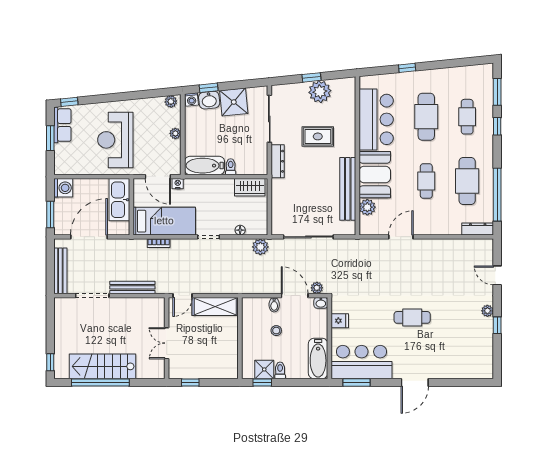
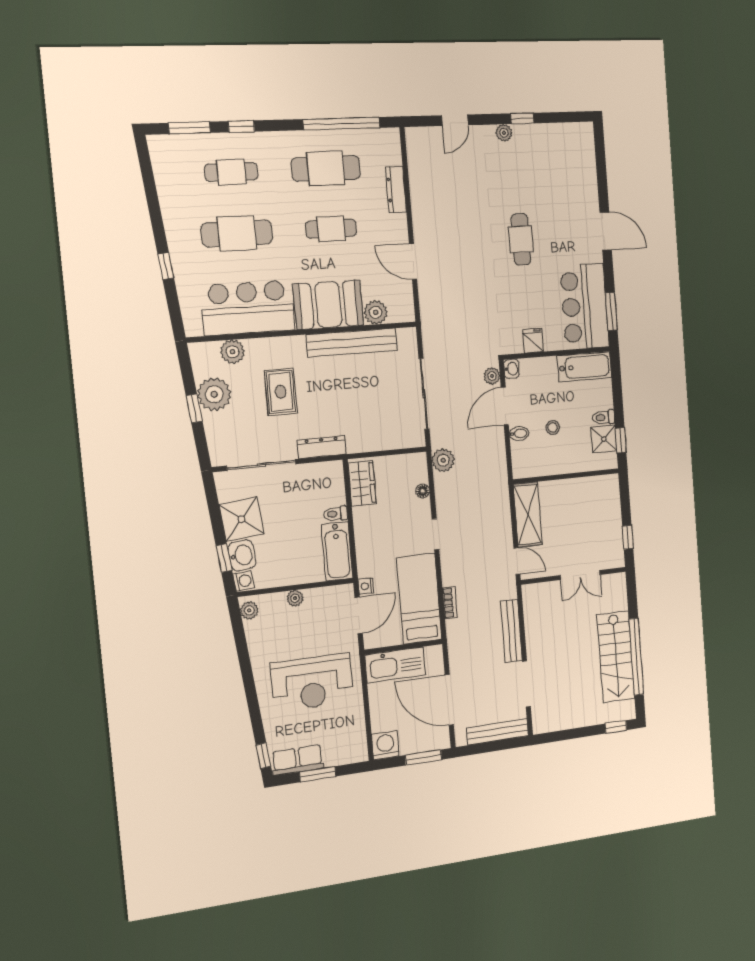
plant: (347, 106) -> (232, 352), added
dresser: (478, 229) -> (396, 190), moved

